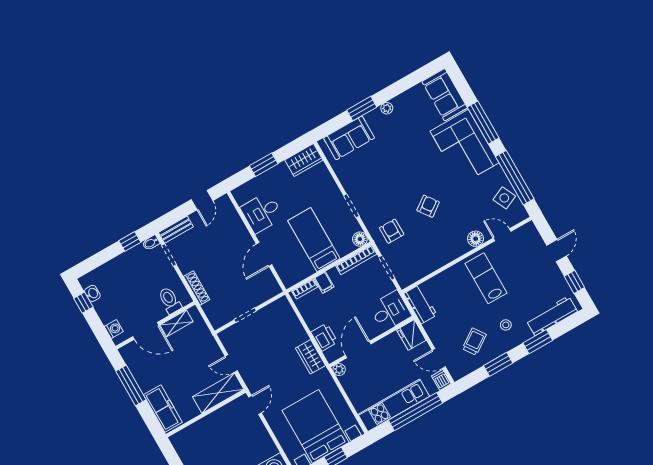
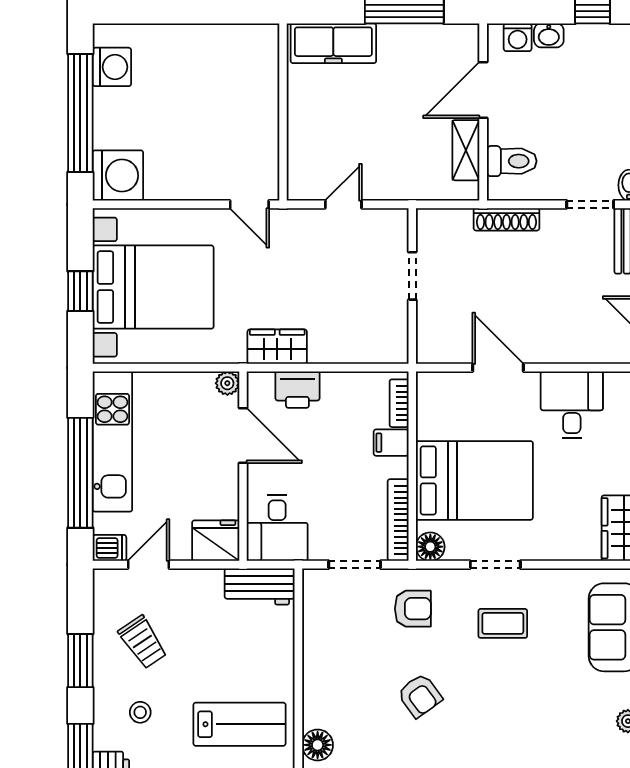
coffee table: (375, 188) -> (503, 623), added
bed: (314, 240) -> (474, 480), width x1.50
washbasin: (92, 293) -> (549, 35), moved
shelving: (218, 393) -> (306, 153), removed

